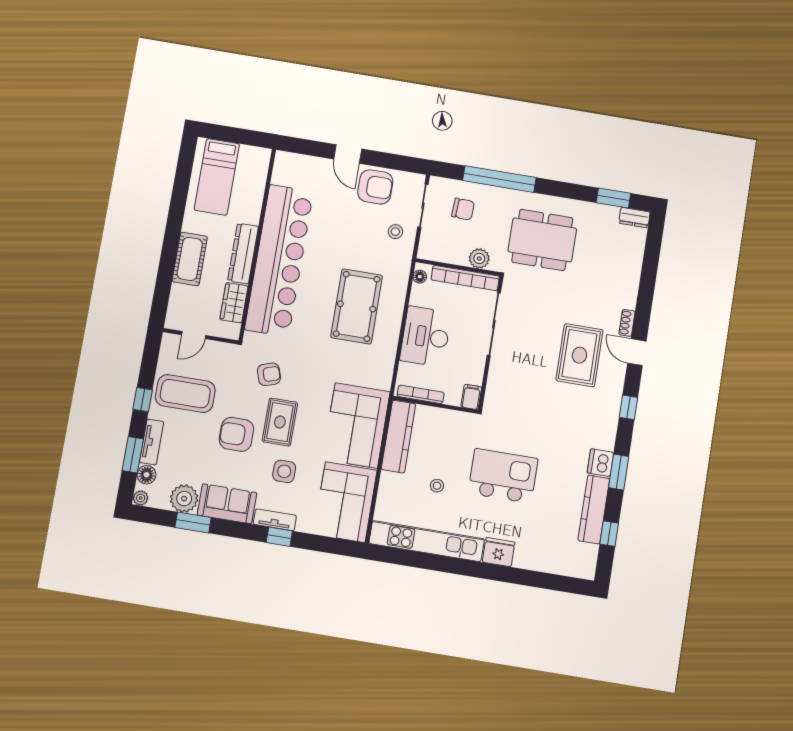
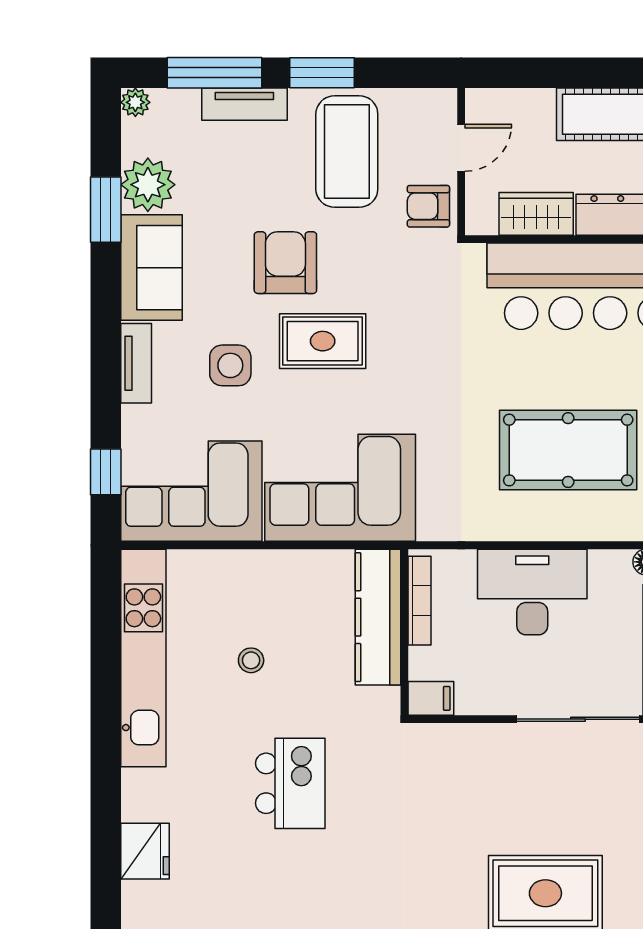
door: (194, 335) -> (461, 148), swing flipped
armchair: (269, 374) -> (428, 206), moved, turned 108
window: (143, 400) -> (322, 73), width x1.50
kitchen counter: (398, 437) -> (378, 617), moved, turned 90
window: (133, 455) -> (214, 73), width x1.44
floor lamp: (146, 475) -> (181, 106), removed
kitchen island: (503, 476) -> (290, 783), width x0.73, depth x0.78
window: (279, 537) -> (106, 472), moved
fridge: (499, 552) -> (145, 851), moved

